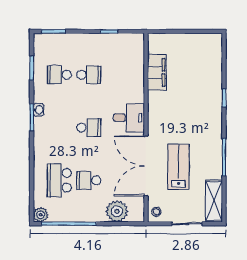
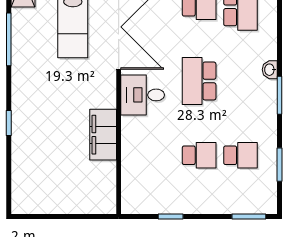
filing cabinet: (157, 72) -> (103, 135), moved
school desk: (89, 75) -> (199, 155), turned 180
washbasin: (39, 110) -> (270, 70), moved
school desk: (89, 128) -> (199, 81), width x1.85

